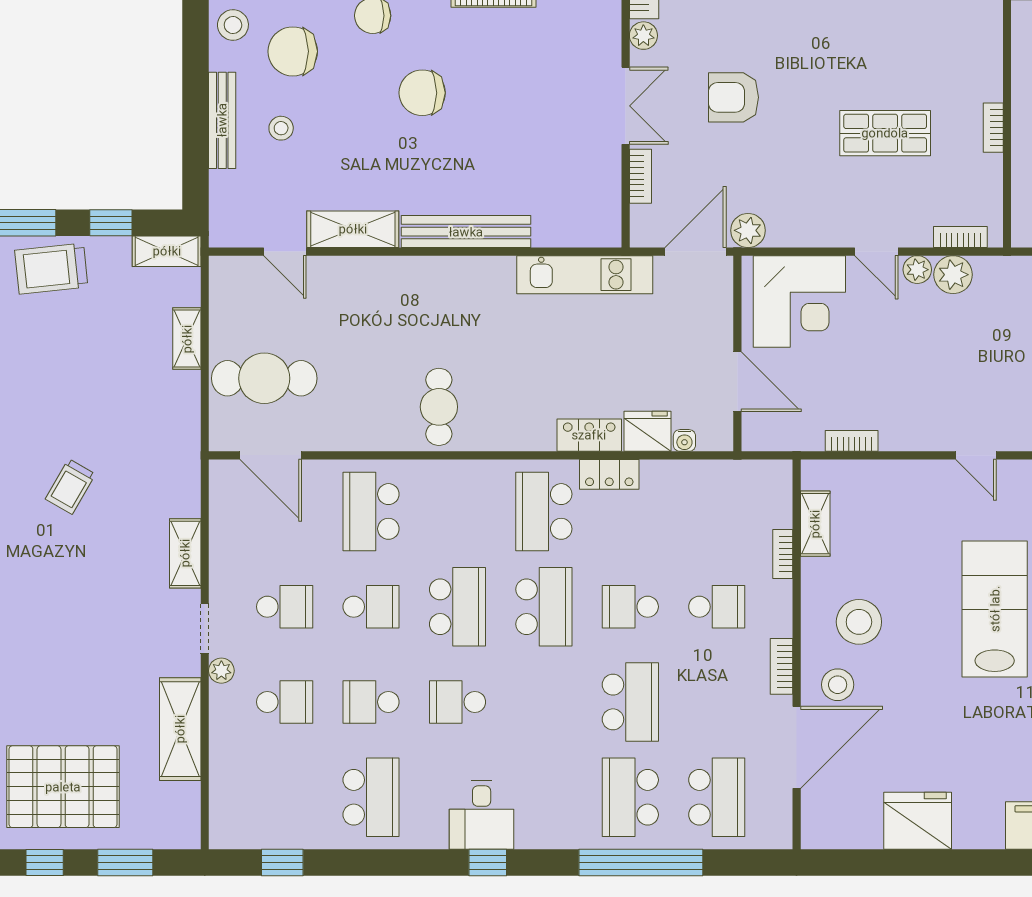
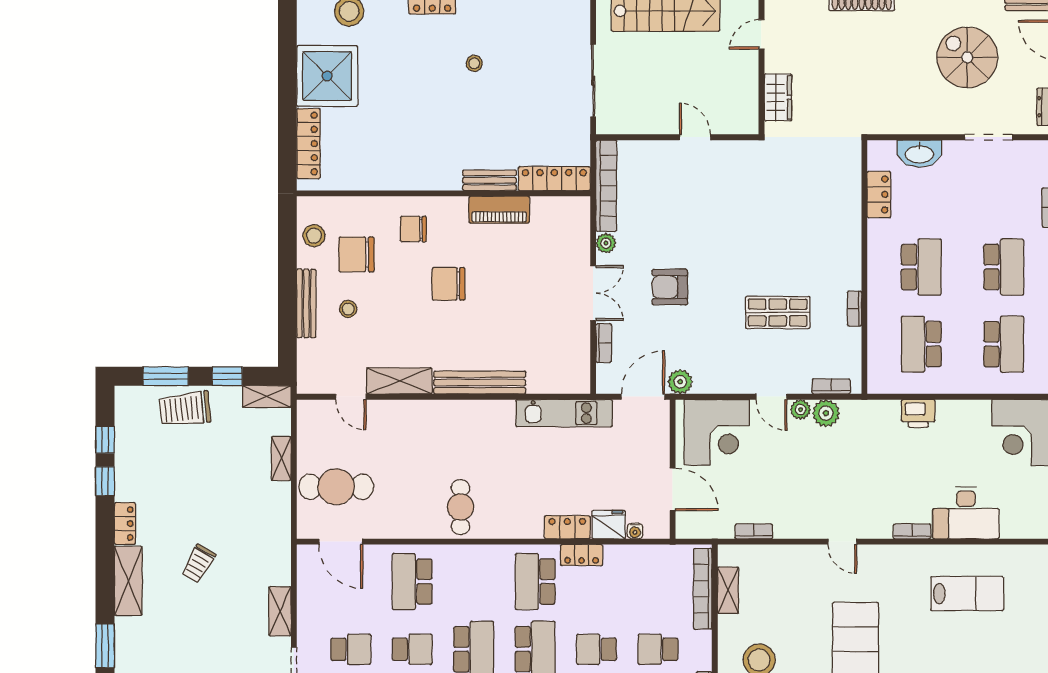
bookcase: (783, 554) -> (703, 589), width x2.31, depth x1.31
school desk: (717, 607) -> (658, 649), turned 180

